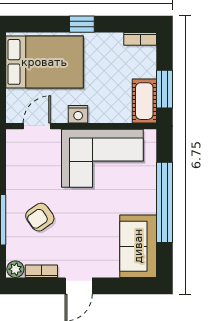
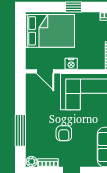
door: (37, 126) -> (45, 71), swing flipped
armchair: (40, 217) -> (64, 133), moved, turned -55

